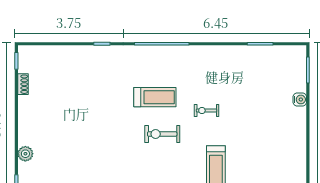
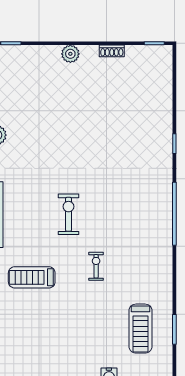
shoe rack: (23, 84) -> (112, 51), moved
treadmill: (155, 97) -> (140, 329), moved
plant: (25, 154) -> (70, 54), moved

